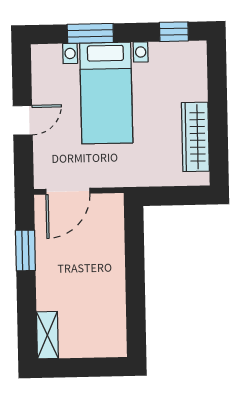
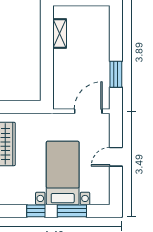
window: (174, 32) -> (36, 211), moved
shelving: (47, 335) -> (60, 33), moved

